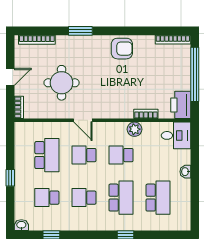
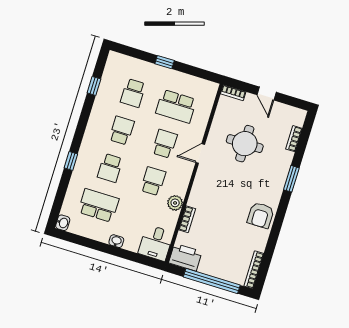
bookcase: (37, 40) -> (294, 139), width x0.64
school desk: (47, 198) -> (133, 93), turned 180
school desk: (121, 198) -> (110, 168), width x0.54
school desk: (158, 198) -> (99, 205), turned 180
washbasin: (21, 225) -> (63, 223), moved

